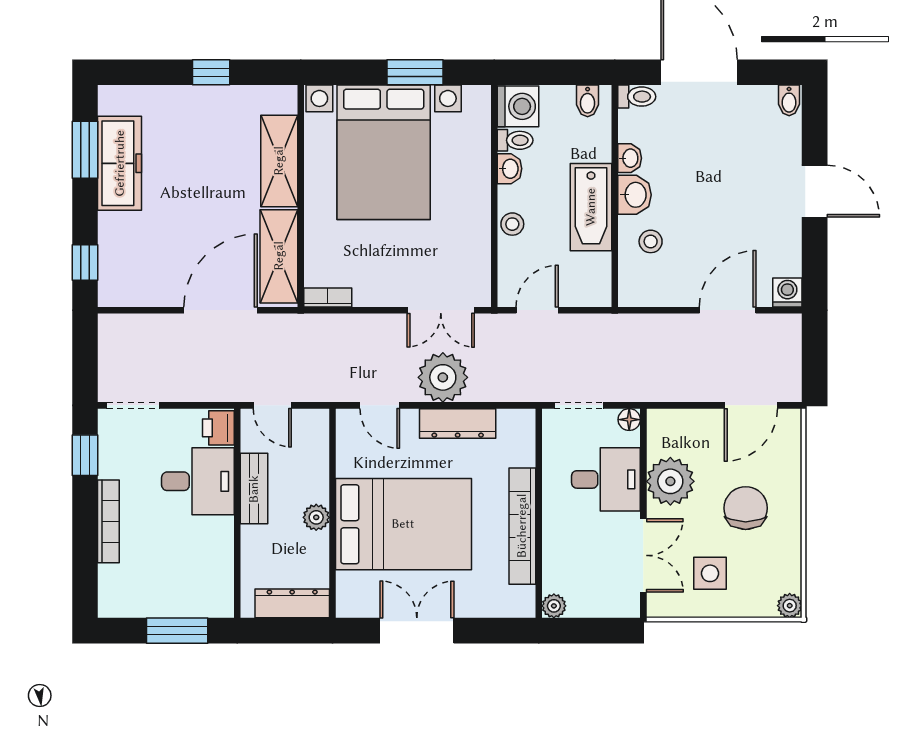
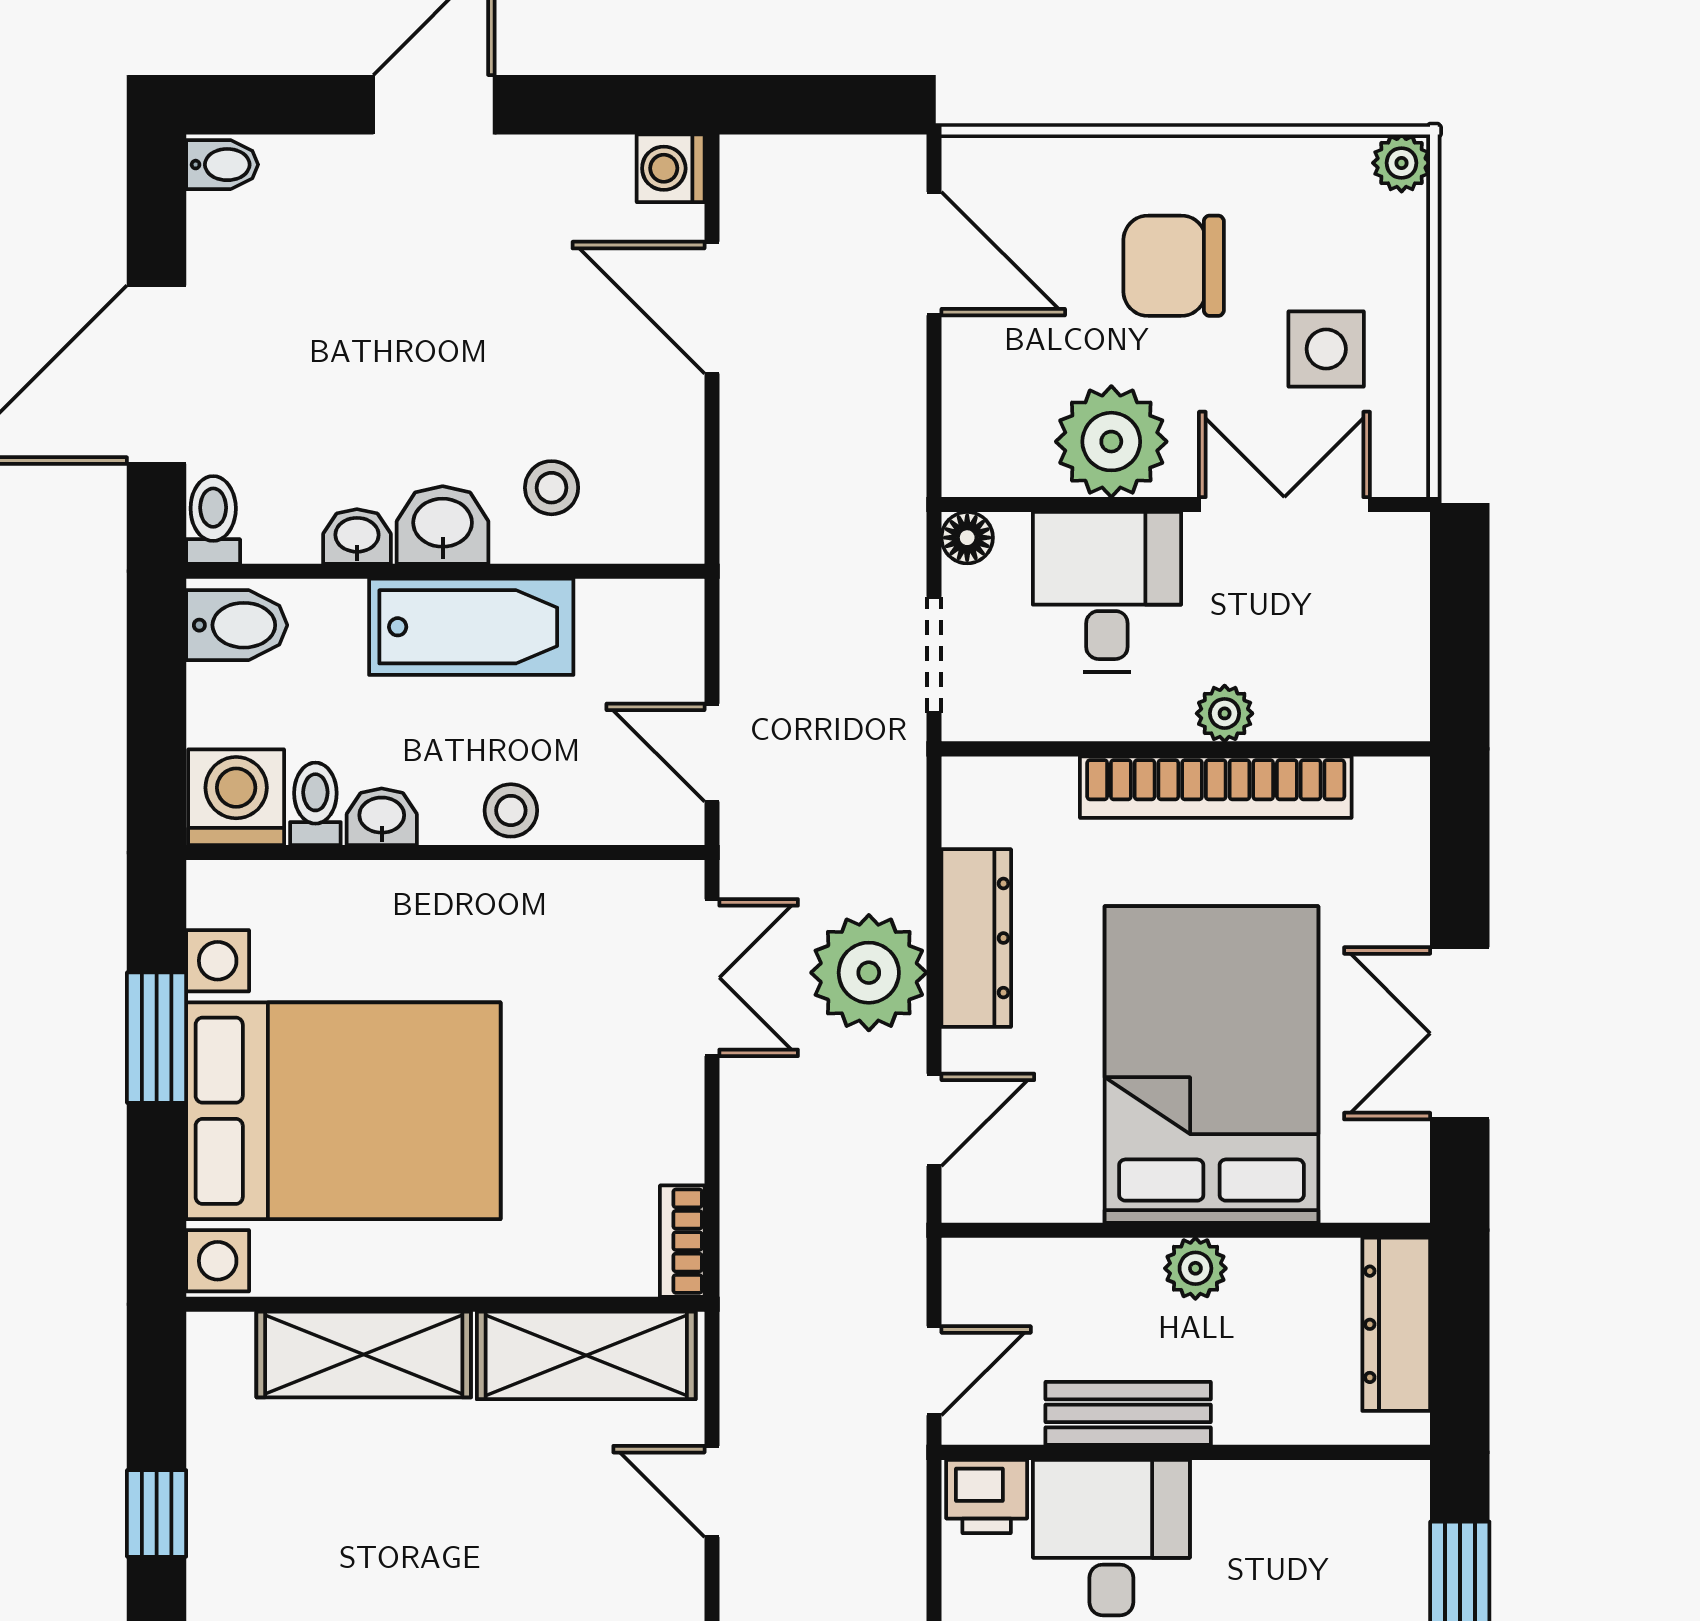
bidet: (588, 101) -> (237, 625), width x1.38, depth x1.36
door: (221, 310) -> (712, 1491), width x0.53
plant: (554, 606) -> (1225, 713), moved

